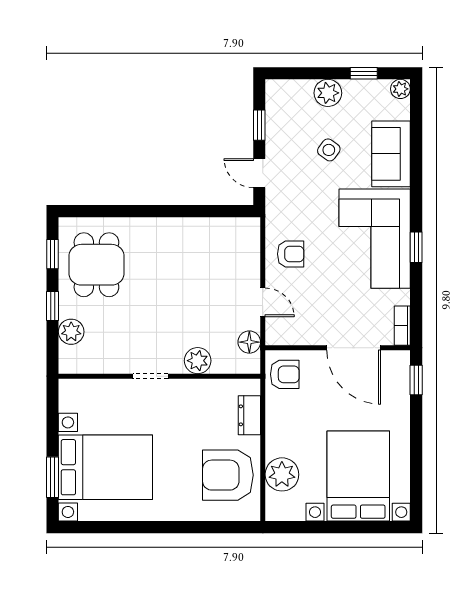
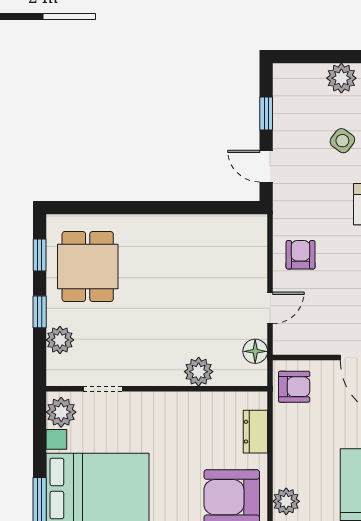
armchair: (291, 254) -> (301, 255), turned -90
door: (263, 302) -> (270, 308), hinge flipped
doorway: (150, 376) -> (103, 389), moved
plant: (72, 398) -> (61, 412), added
plant: (282, 474) -> (286, 501), width x0.73, depth x0.73

